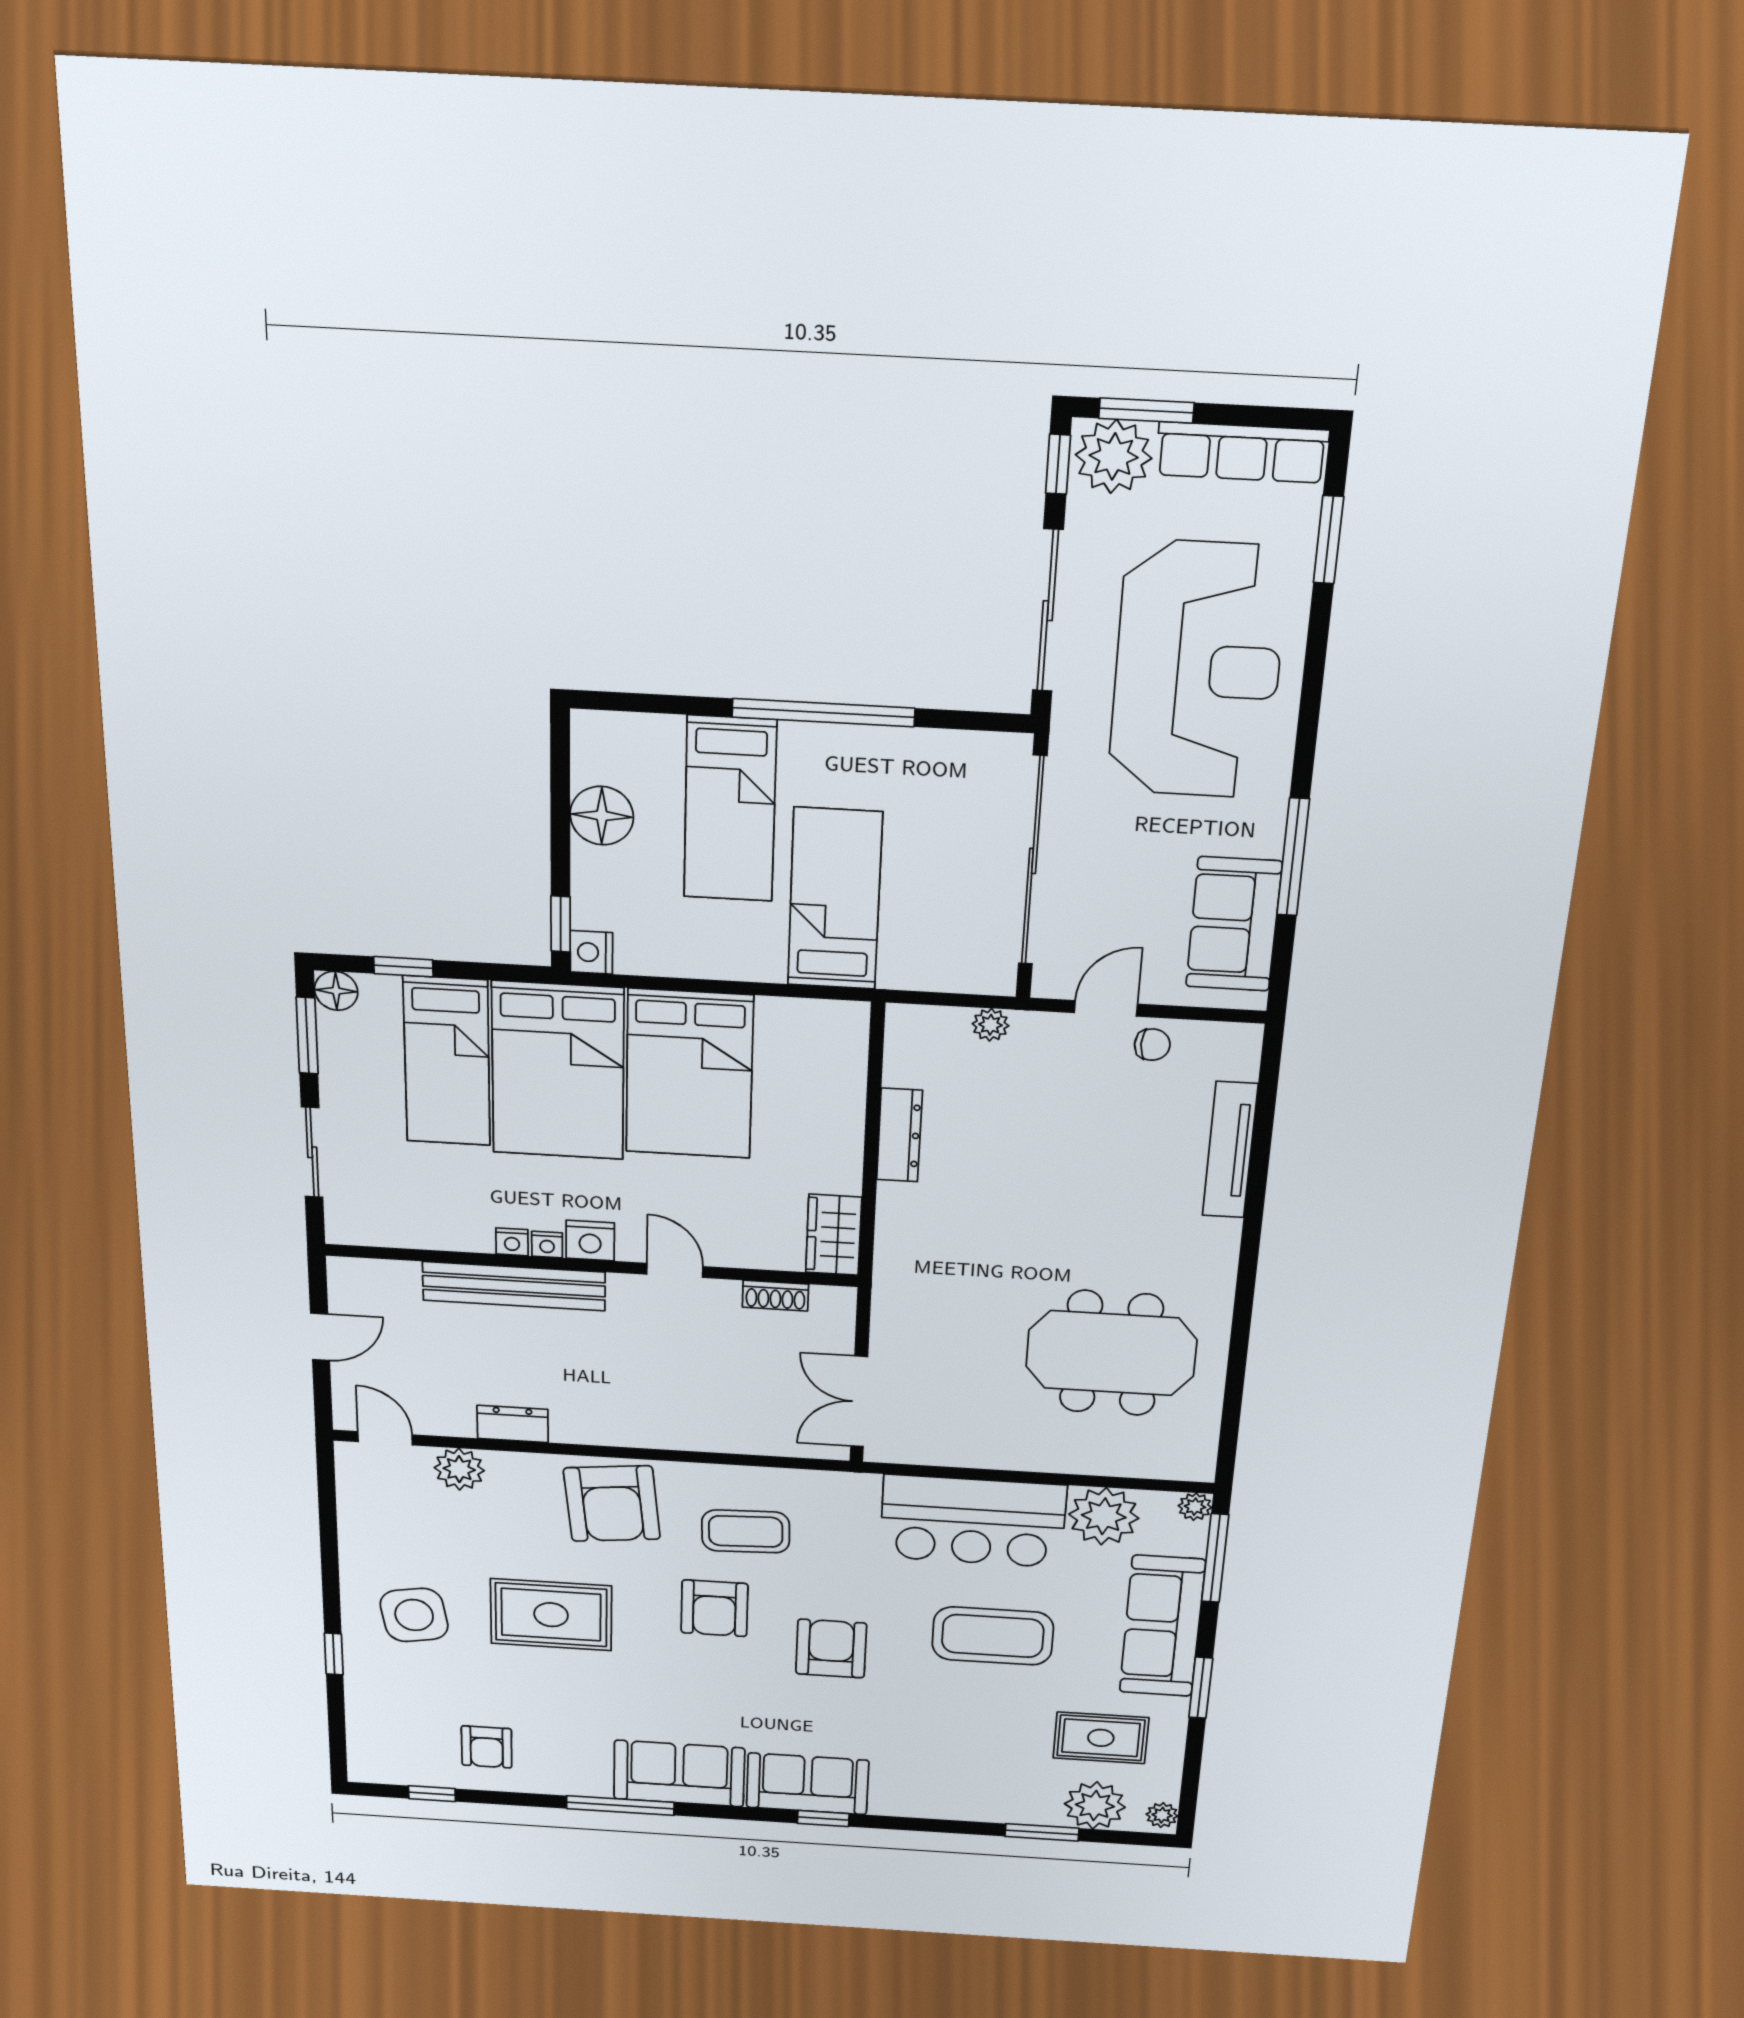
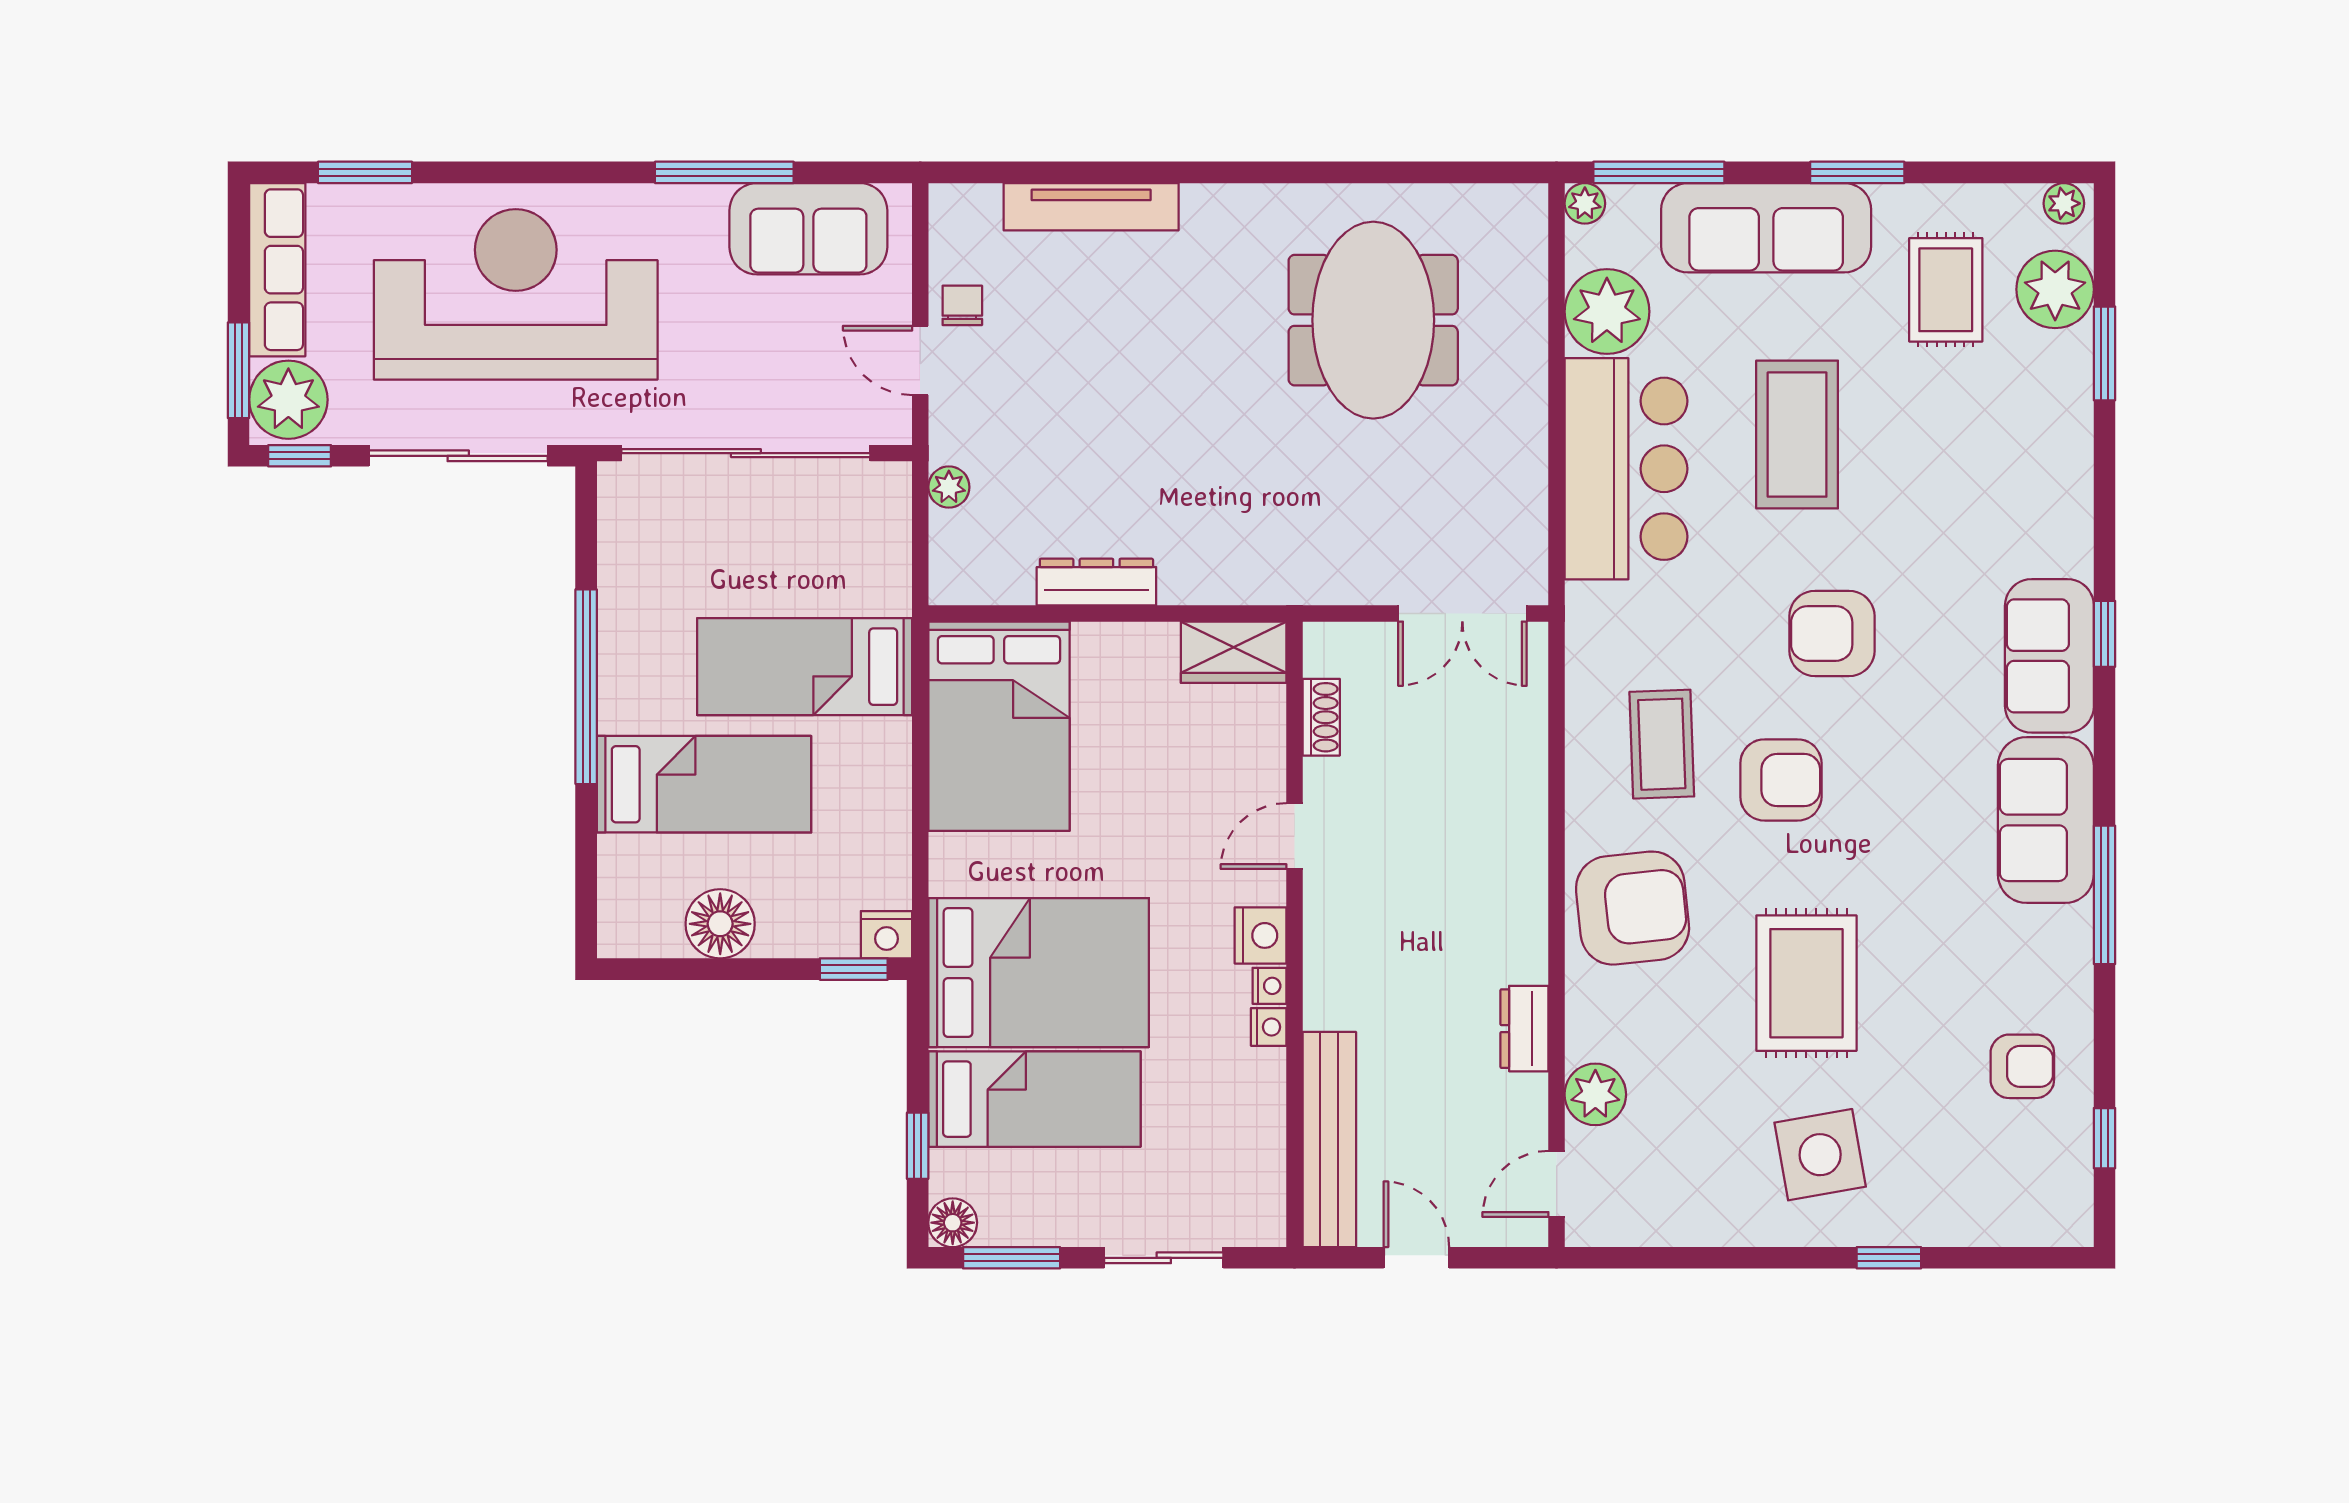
bed: (689, 1074) -> (999, 726), moved, turned 90
bench: (514, 1286) -> (1329, 1139), moved

